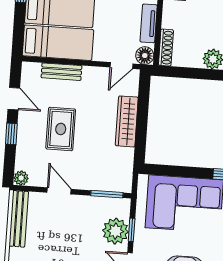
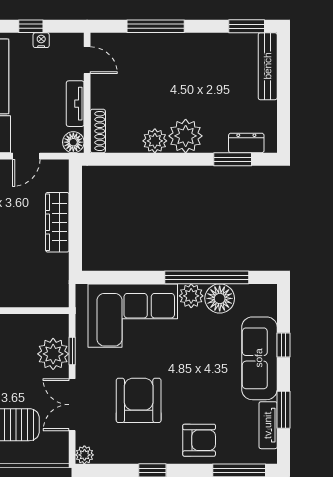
door: (121, 66) -> (26, 156), moved
window: (107, 194) -> (40, 311), removed

